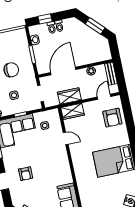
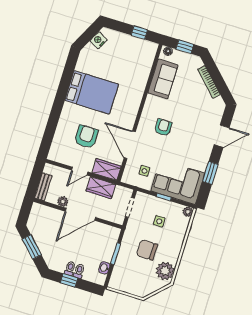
window: (45, 19) -> (69, 280), moved
door: (63, 71) -> (80, 214), moved
door: (104, 97) -> (80, 171), moved
armchair: (112, 118) -> (86, 137), moved
door: (66, 138) -> (130, 145), width x1.88
armchair: (26, 174) -> (163, 127), moved

